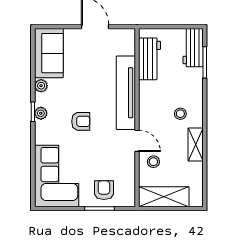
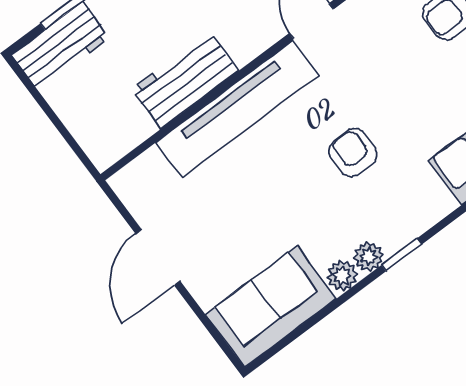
workbench: (149, 59) -> (185, 80), moved
plant: (41, 113) -> (369, 256), moved

